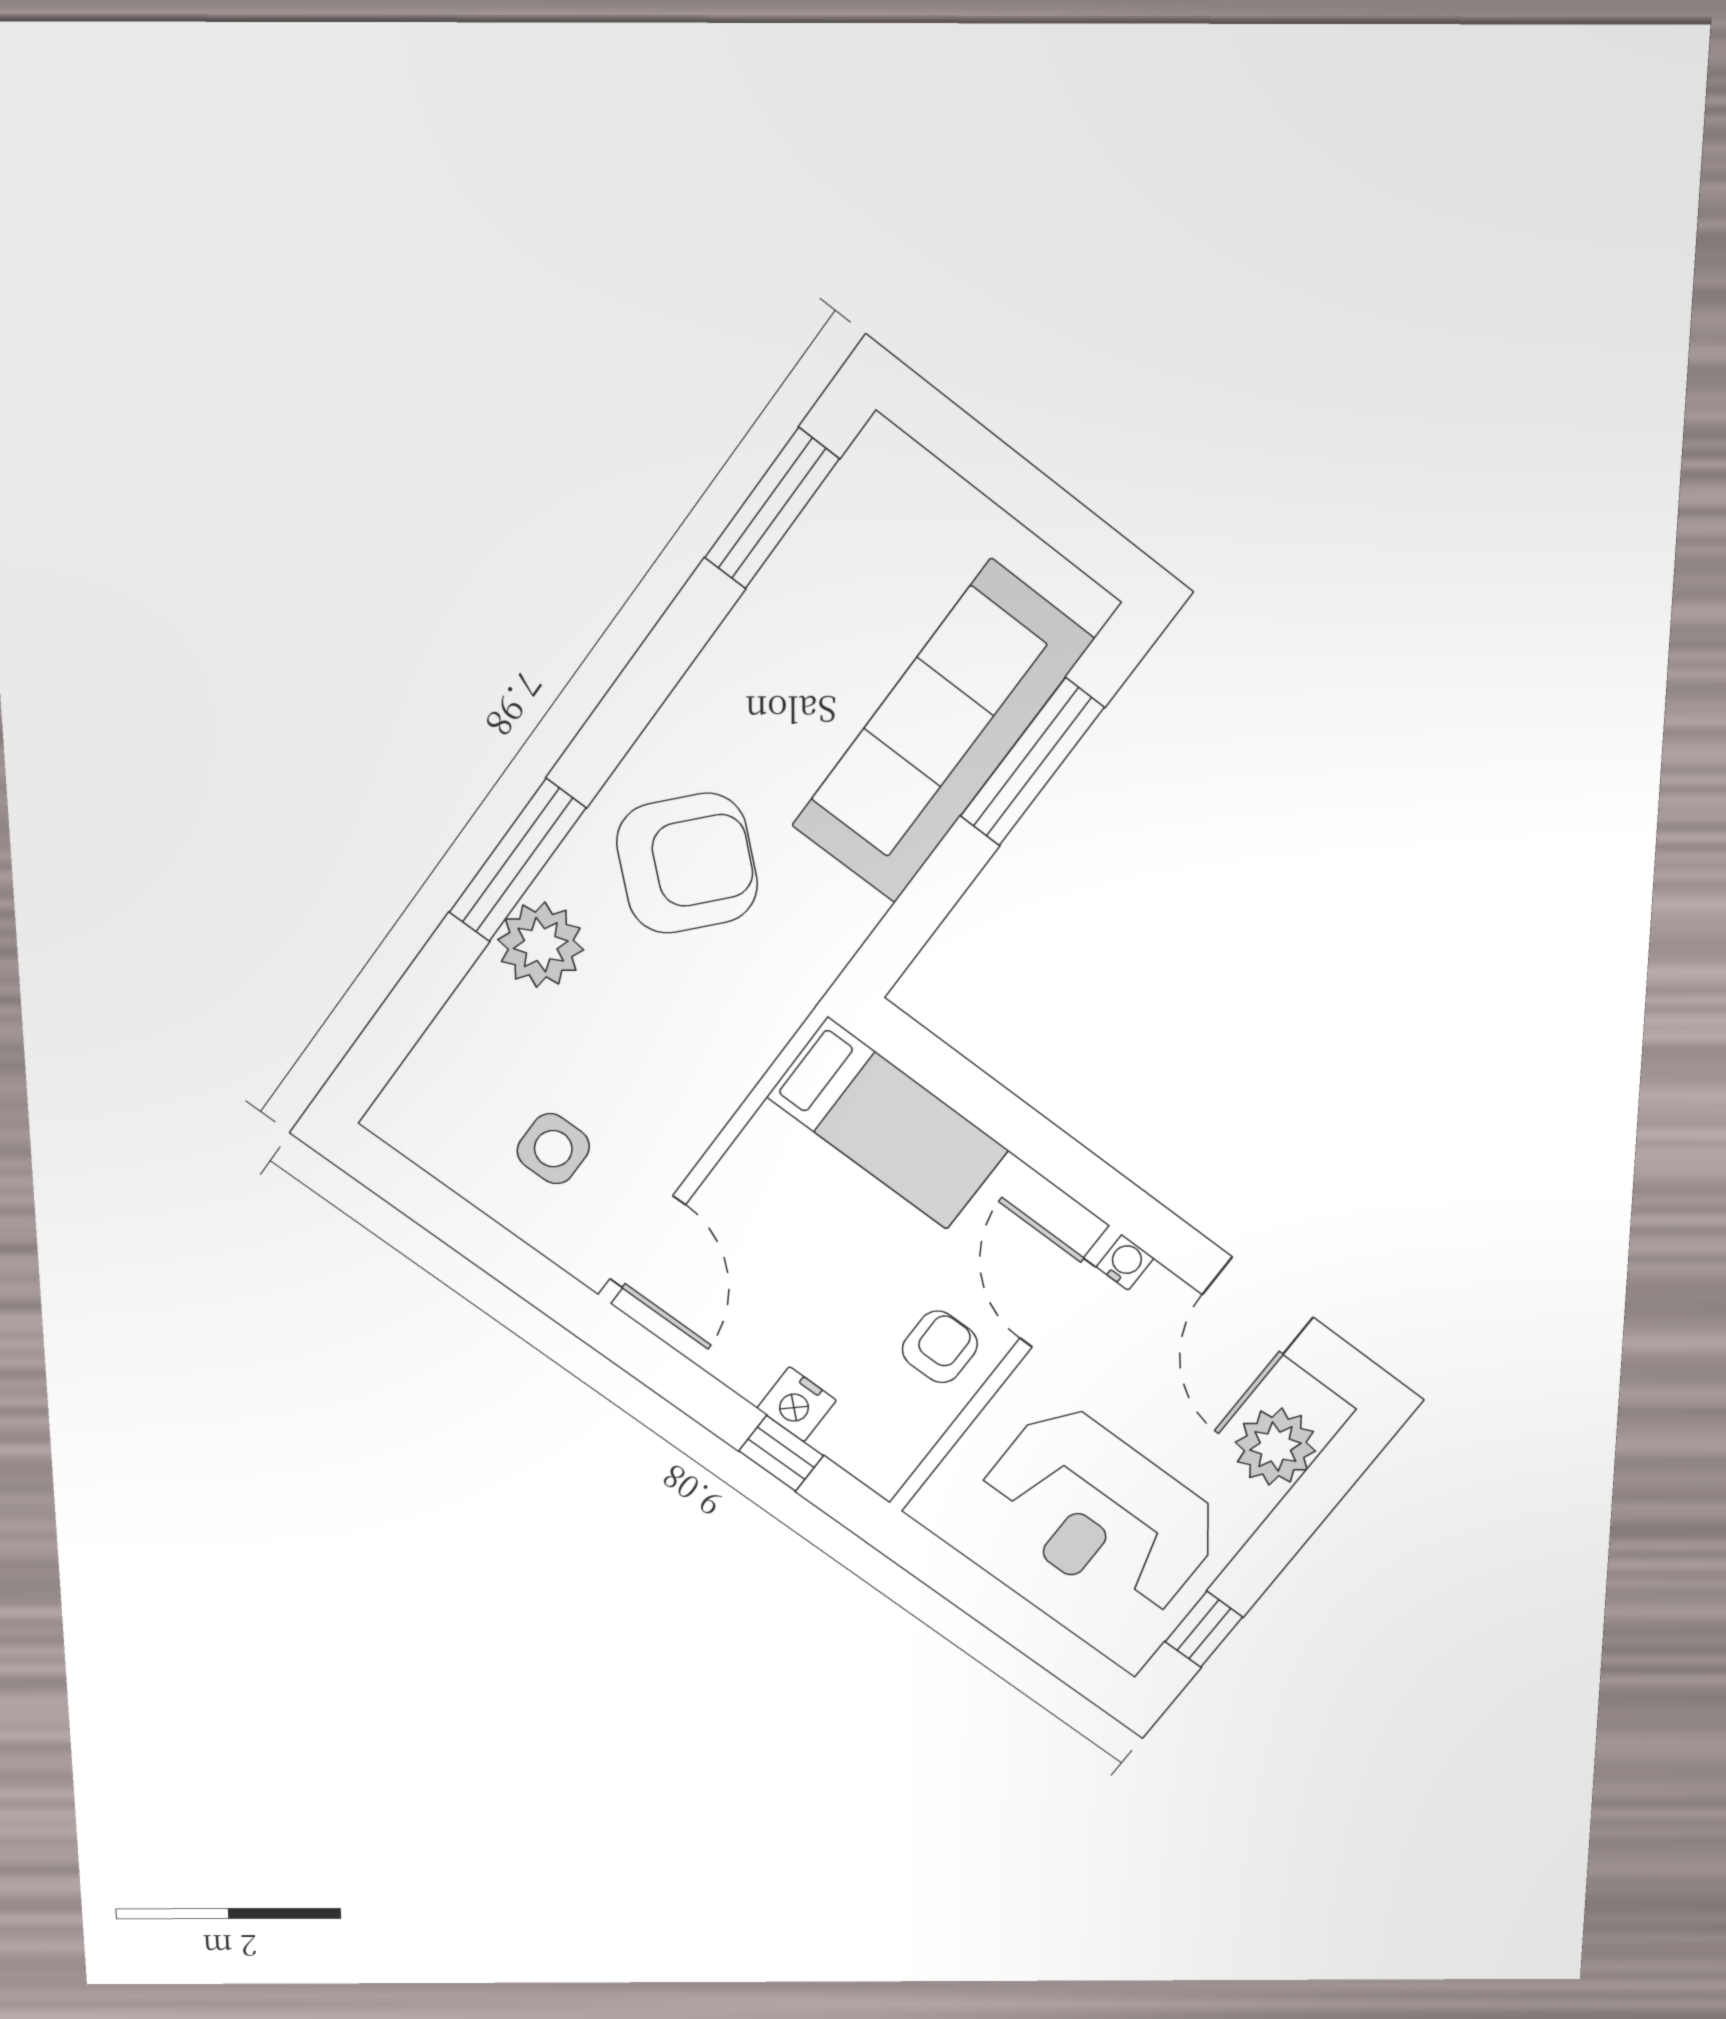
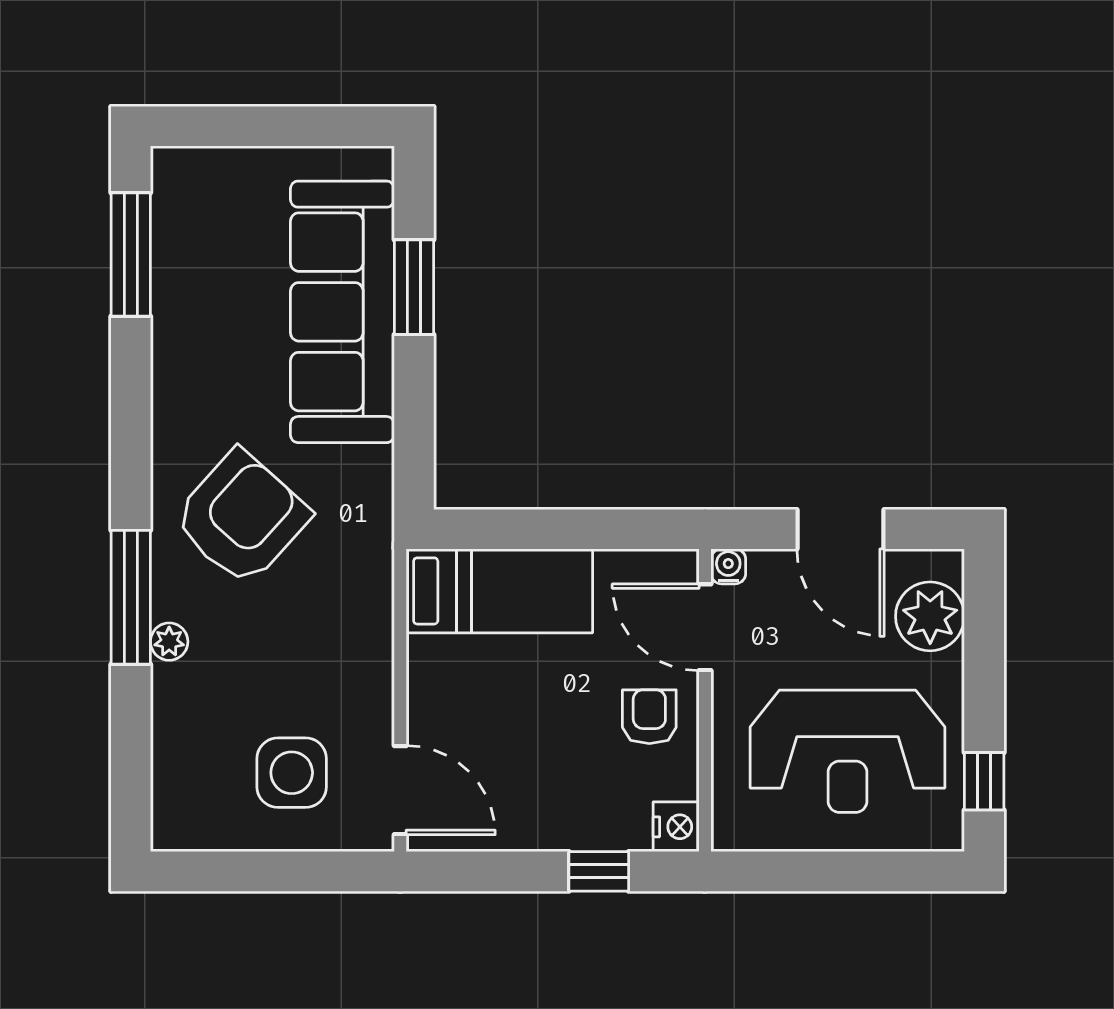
window: (1032, 762) -> (414, 287), width x0.69
plant: (541, 945) -> (169, 642), width x0.53, depth x0.53
side table: (553, 1149) -> (292, 773), width x1.37, depth x1.37
nightstand: (797, 1404) -> (676, 827), moved, turned -90

